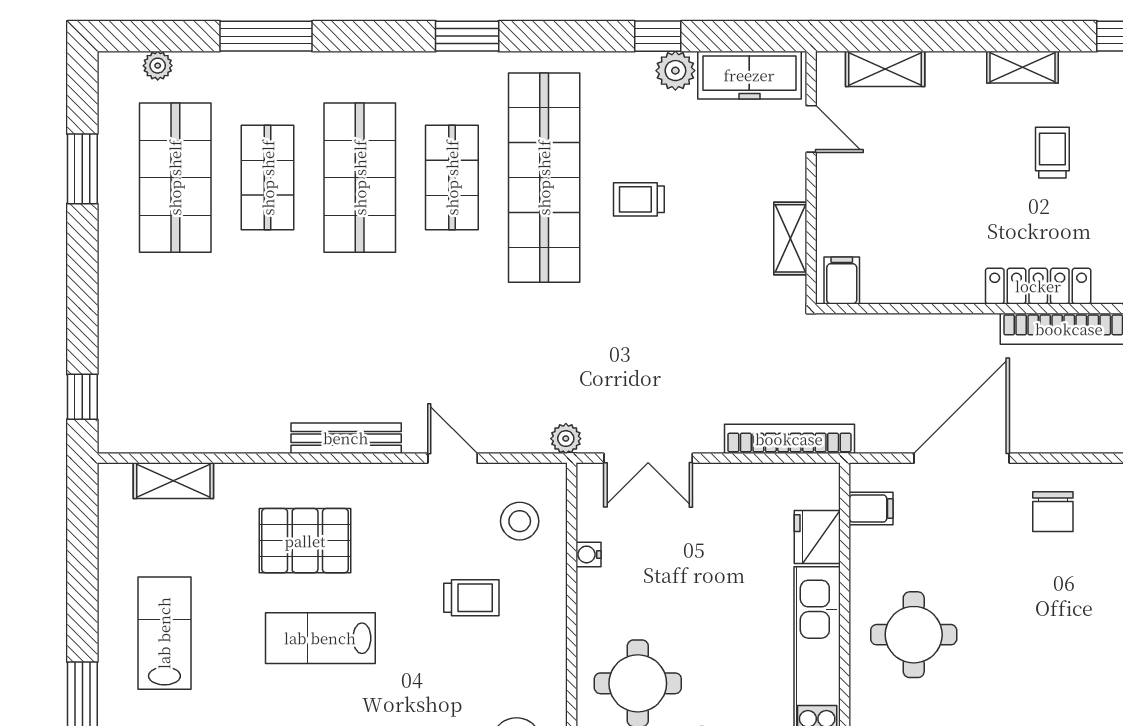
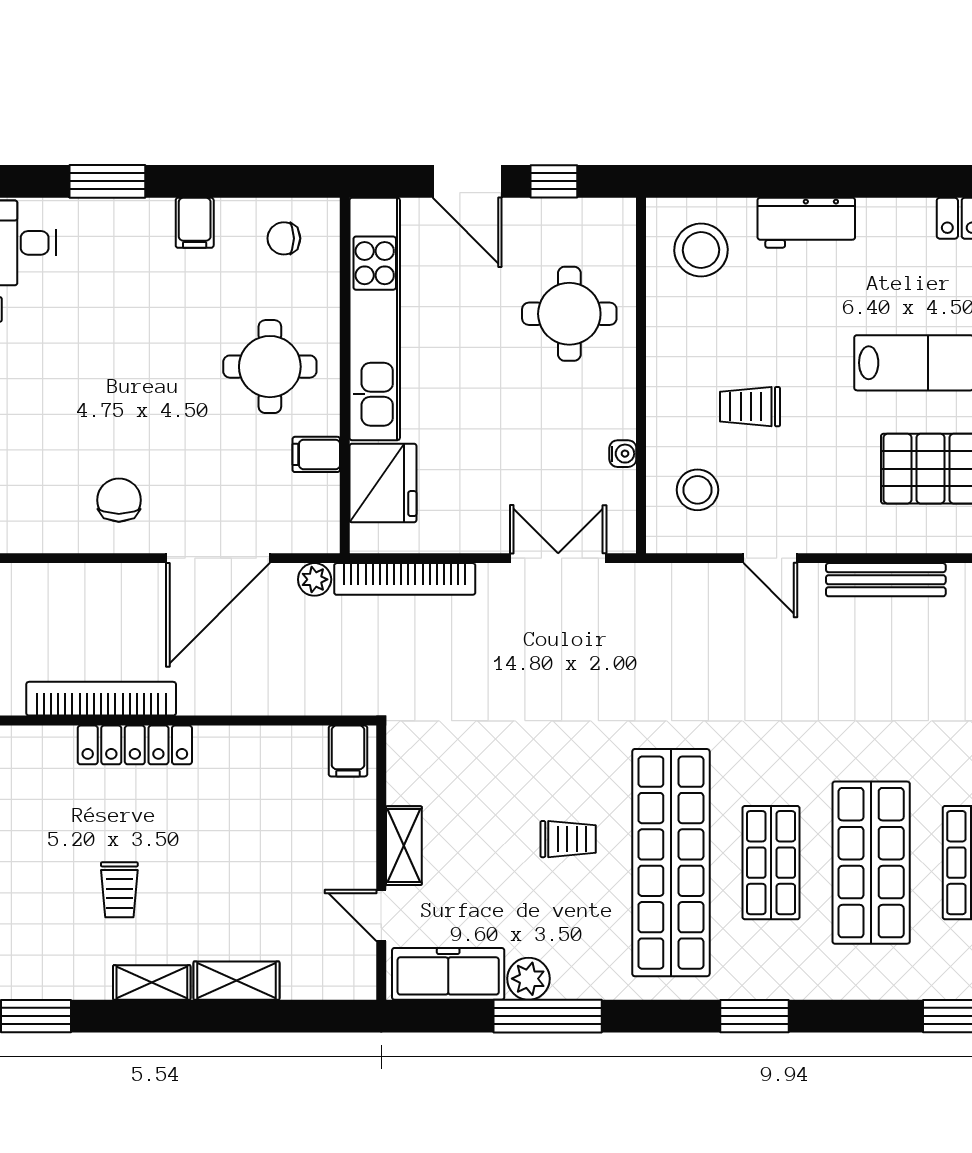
window: (658, 36) -> (548, 1016), width x2.17
shelving: (885, 69) -> (236, 981), moved
shelving: (790, 238) -> (404, 846), moved
plant: (566, 439) -> (315, 579), moved
filing cabinet: (871, 509) -> (316, 454), moved
fridge: (817, 537) -> (383, 483), width x1.36, depth x1.34

